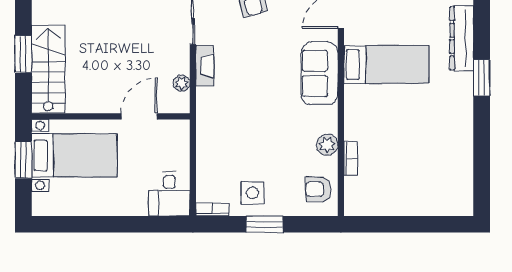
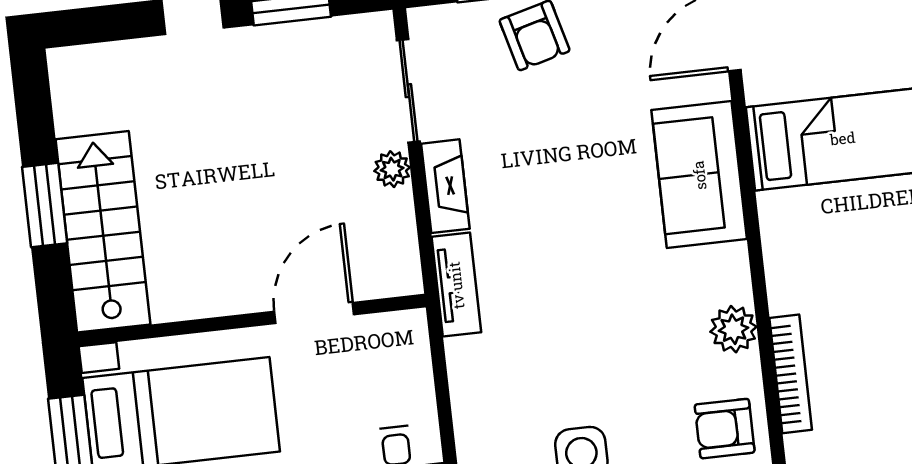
plant: (182, 83) -> (392, 169), moved
tv unit: (205, 111) -> (456, 285), added
bookcase: (351, 158) -> (791, 374), width x1.56

